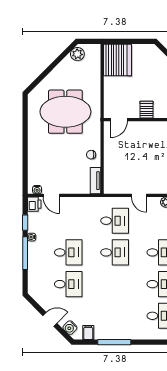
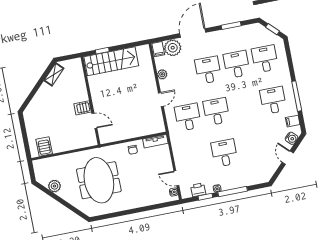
plant: (77, 54) -> (54, 186), moved
server rack: (118, 60) -> (44, 146), width x0.46, depth x0.70
door: (119, 120) -> (94, 121), moved
door: (51, 195) -> (176, 178), swing flipped
printer: (34, 204) -> (198, 190), moved
desk: (68, 284) -> (273, 100), moved

